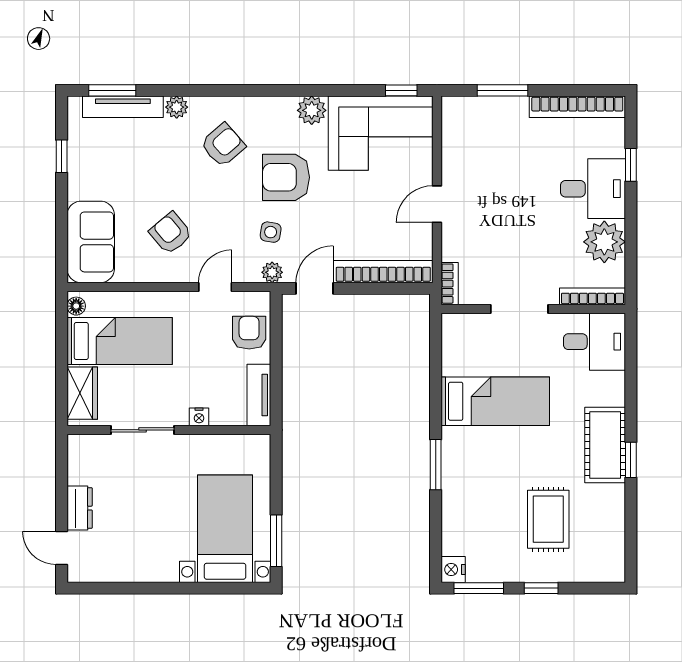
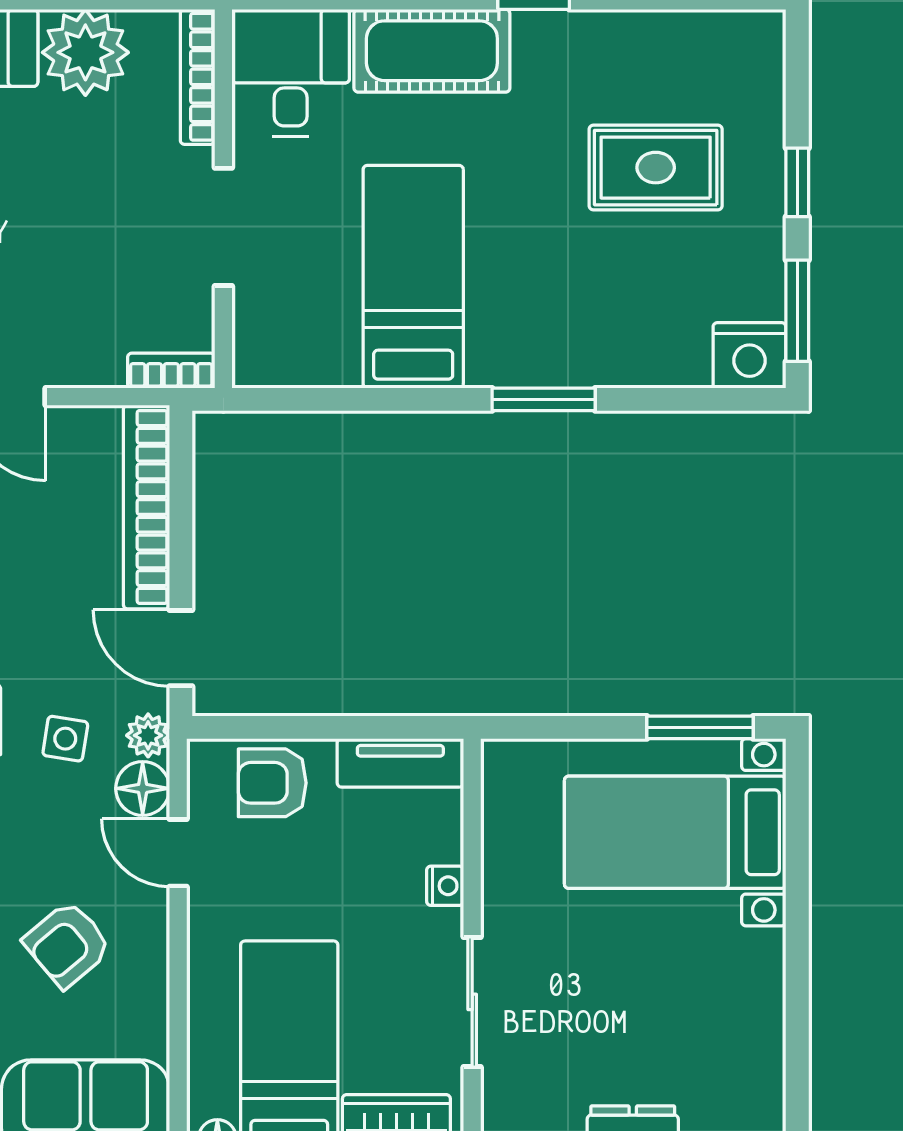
floor lamp: (246, 270) -> (143, 788), added
cot: (605, 445) -> (432, 51), moved
nightstand: (453, 570) -> (749, 355), width x1.36, depth x1.33

